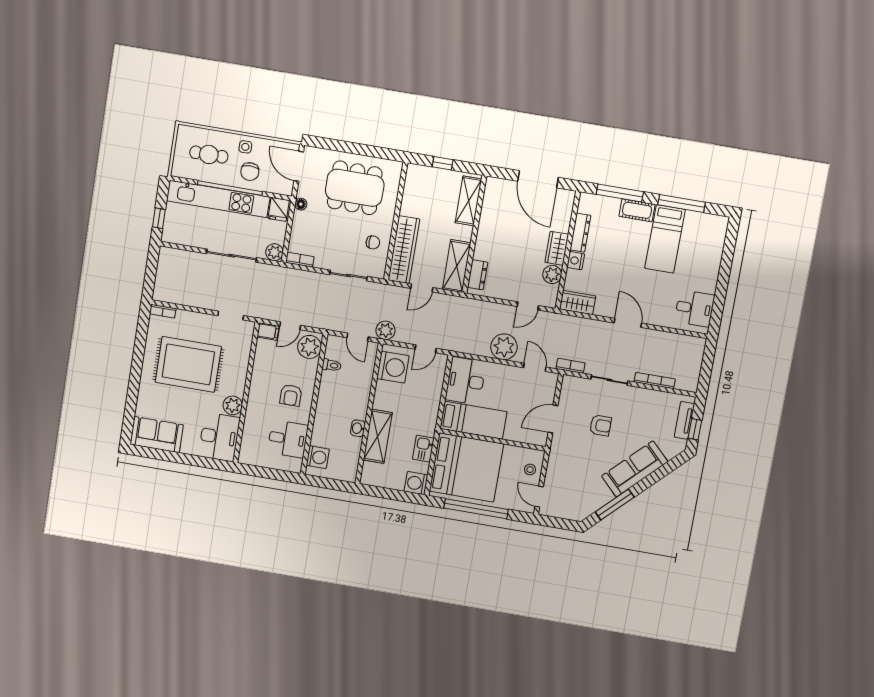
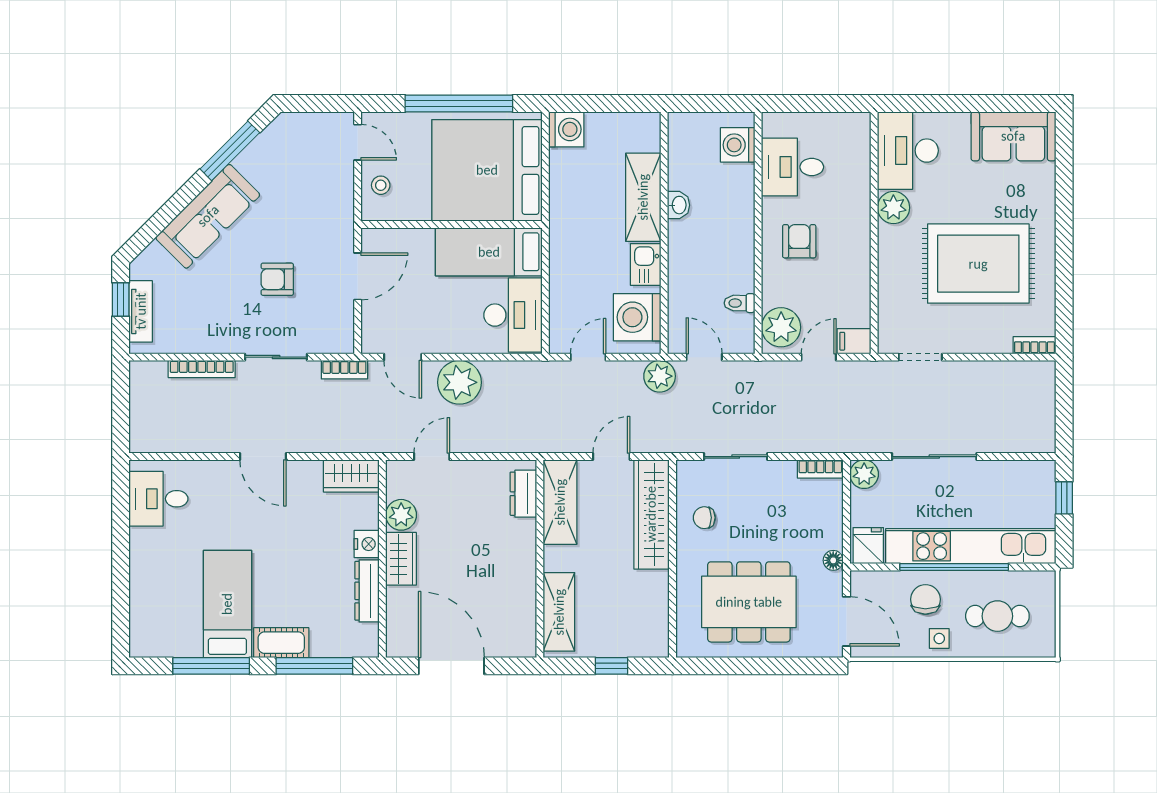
kitchen sink: (423, 449) -> (646, 264), moved, turned 180

